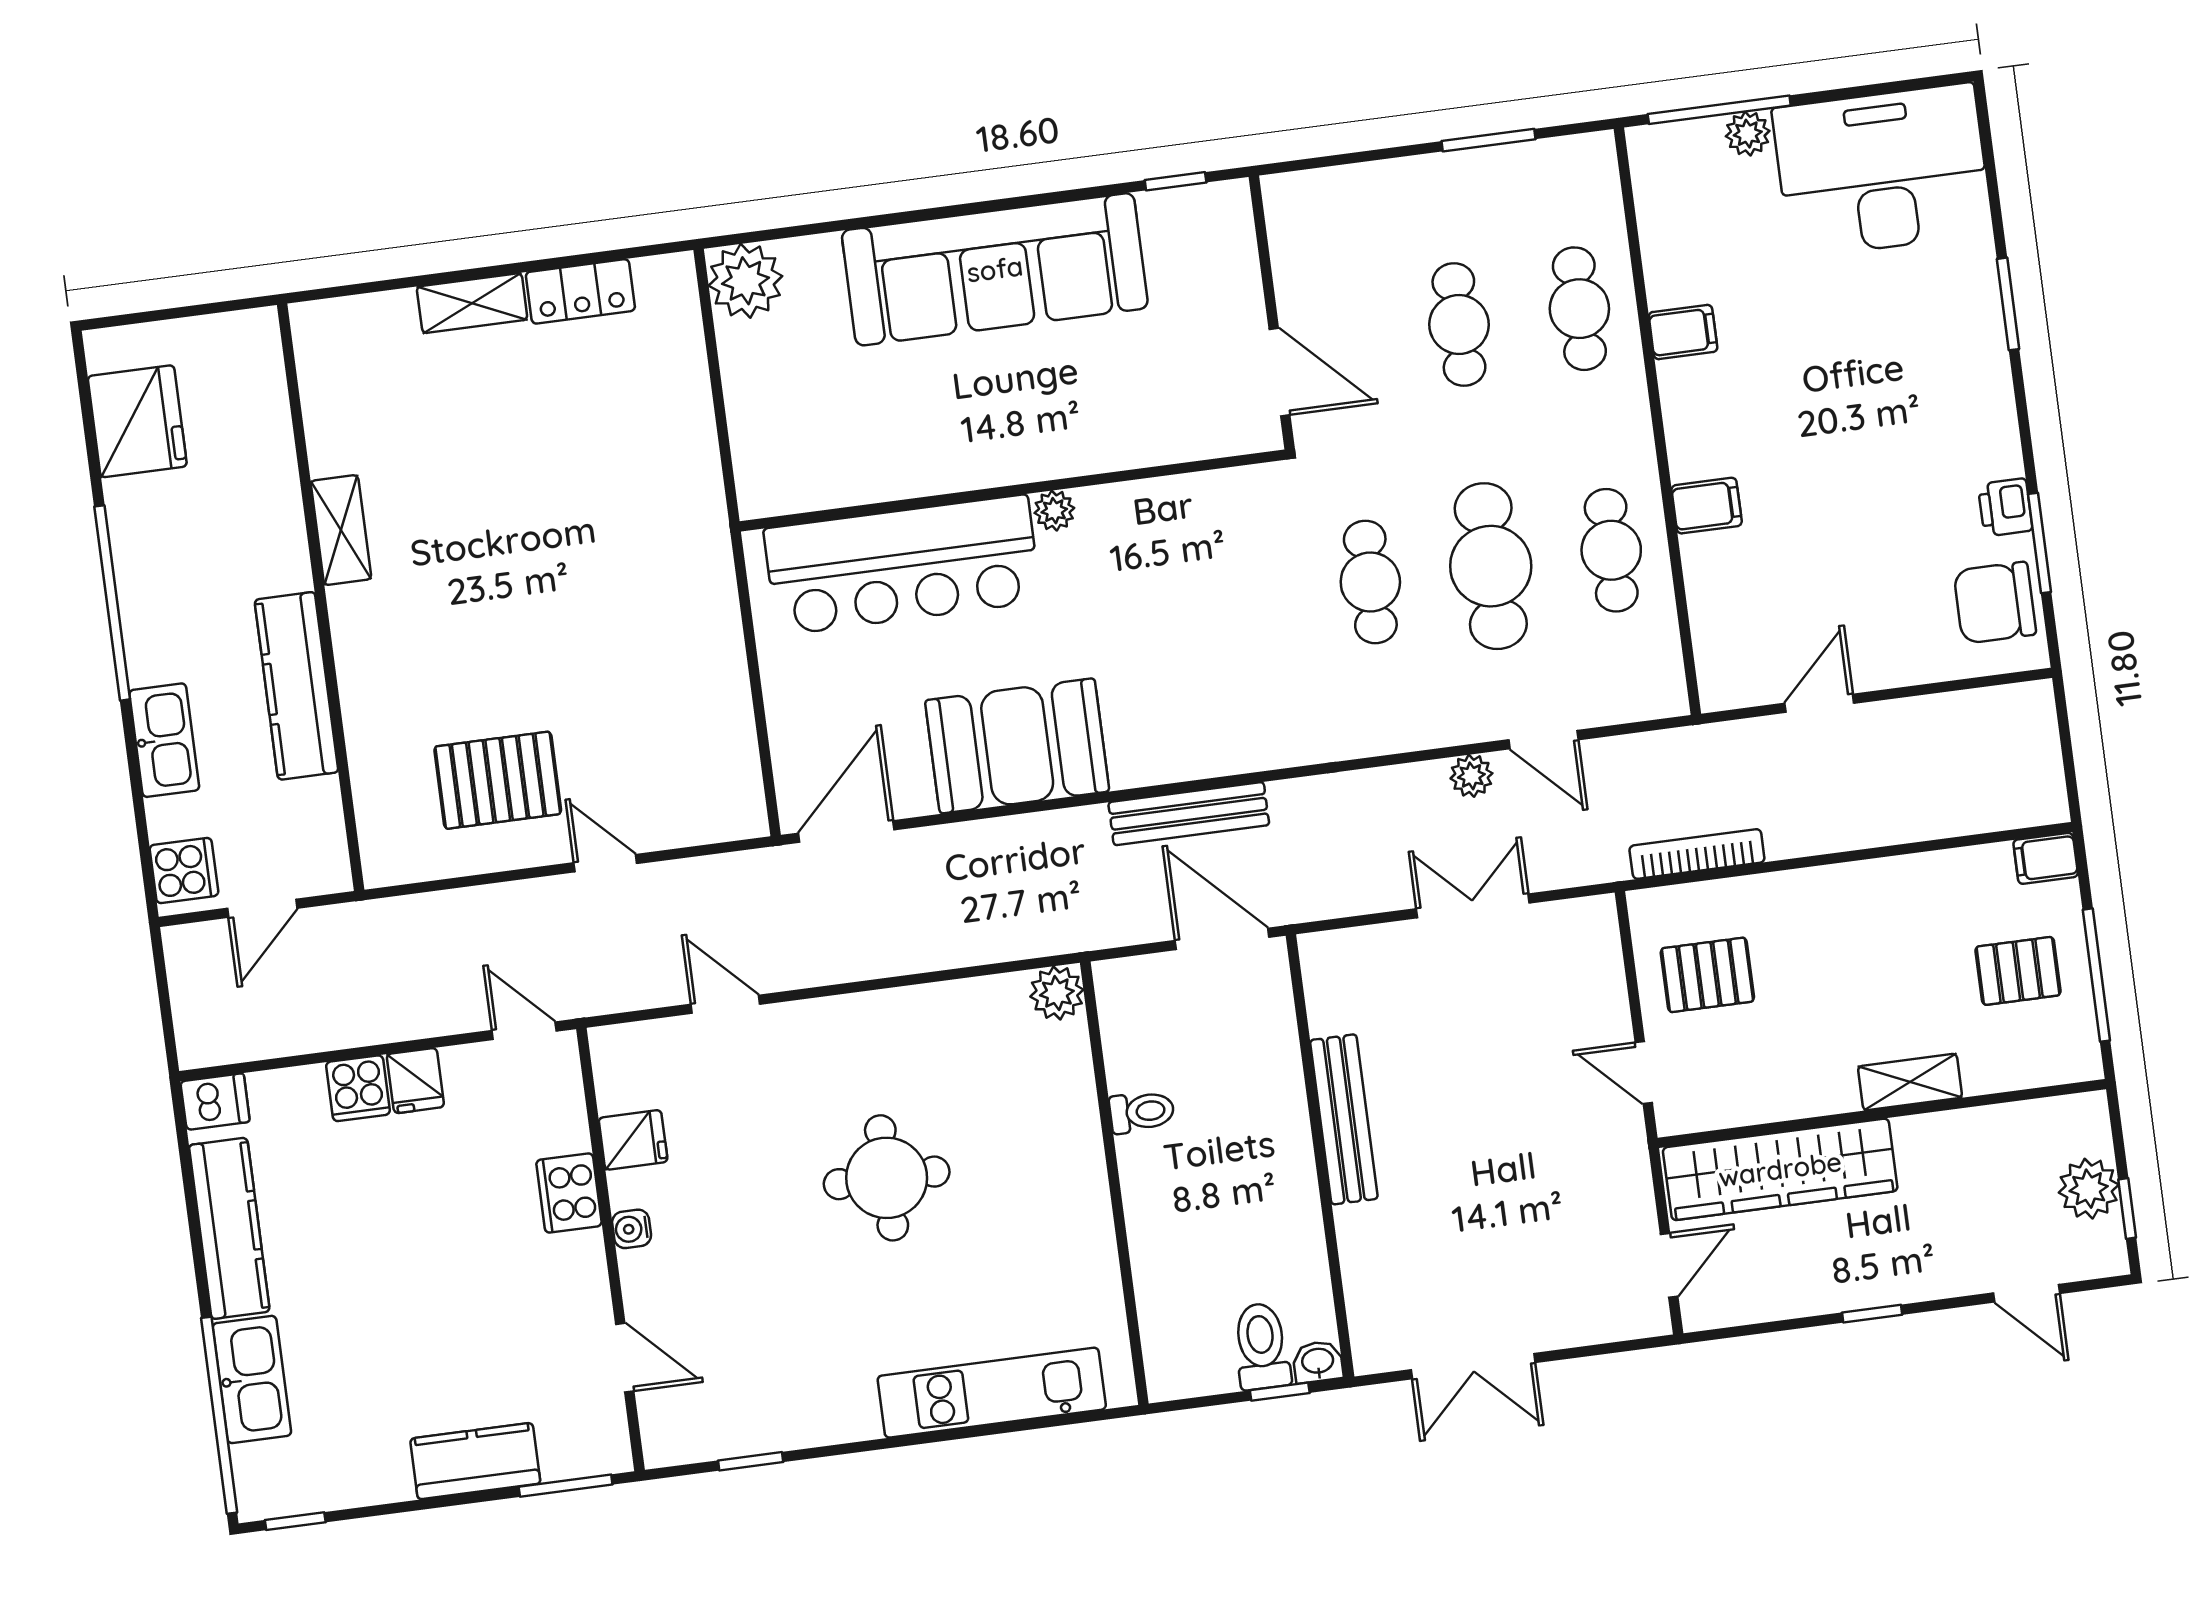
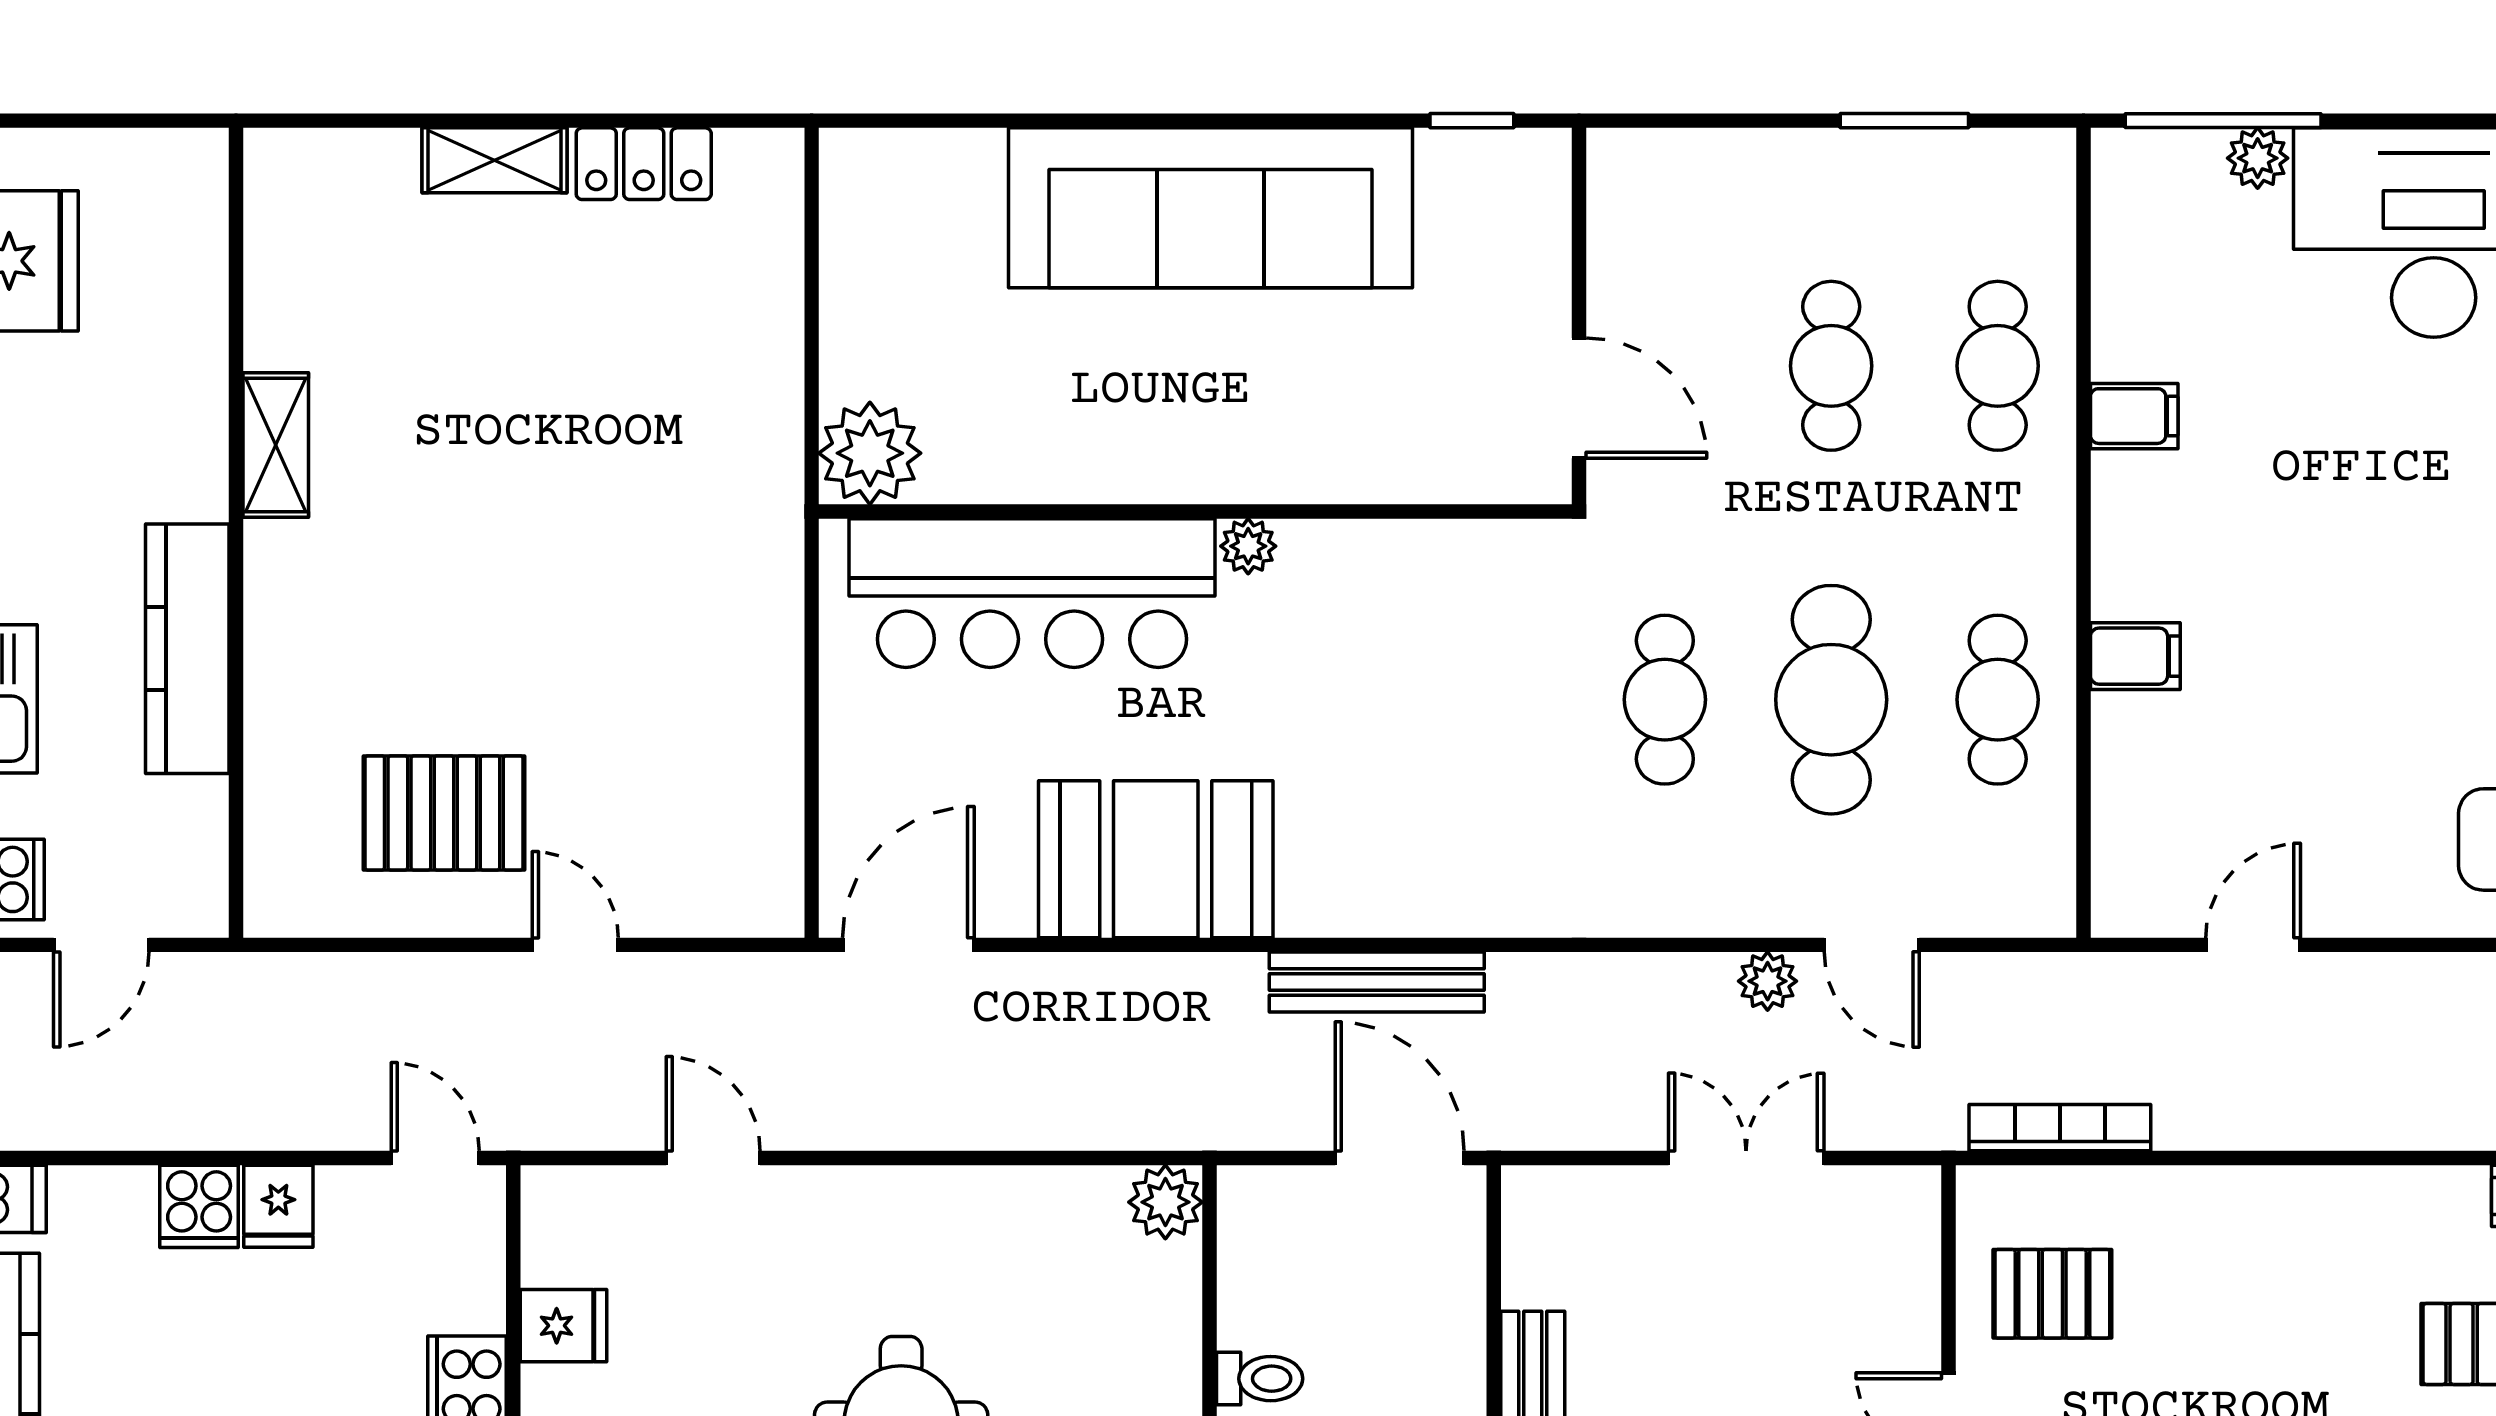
plant: (745, 281) -> (870, 453), moved

